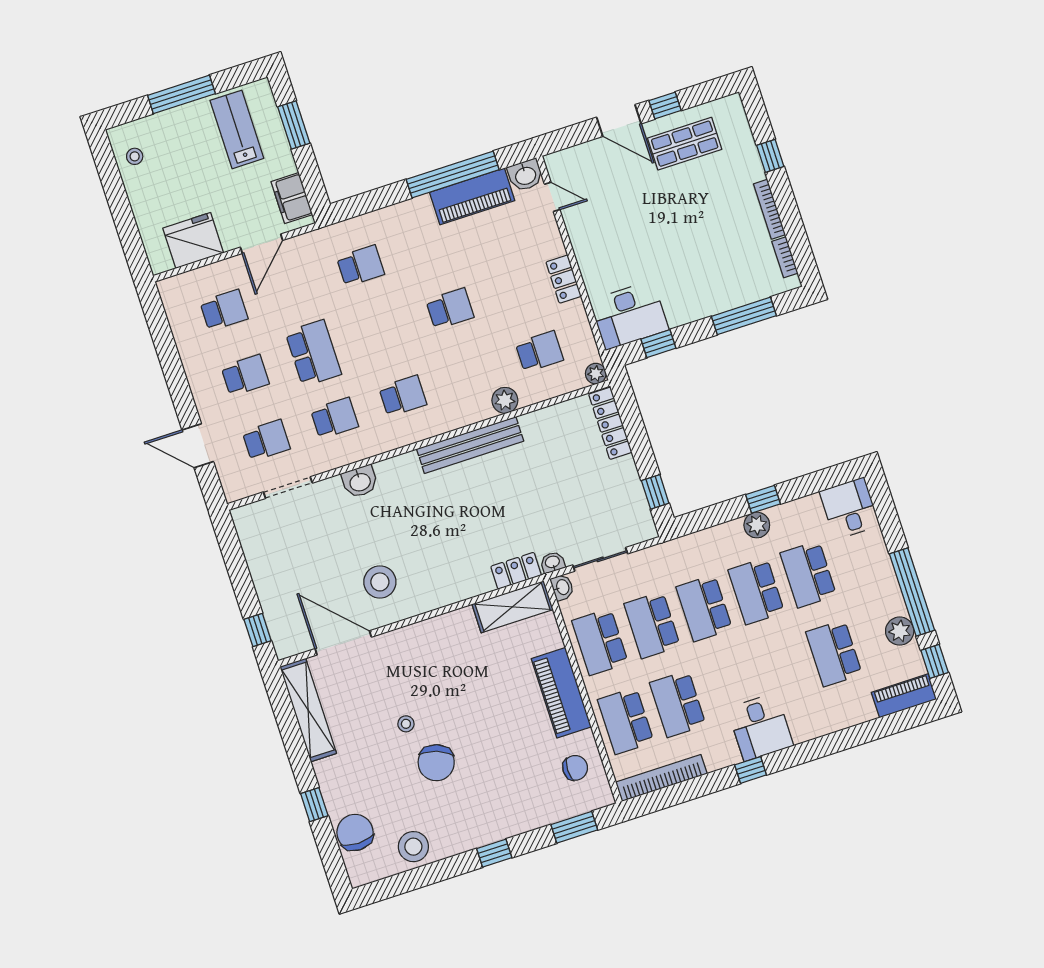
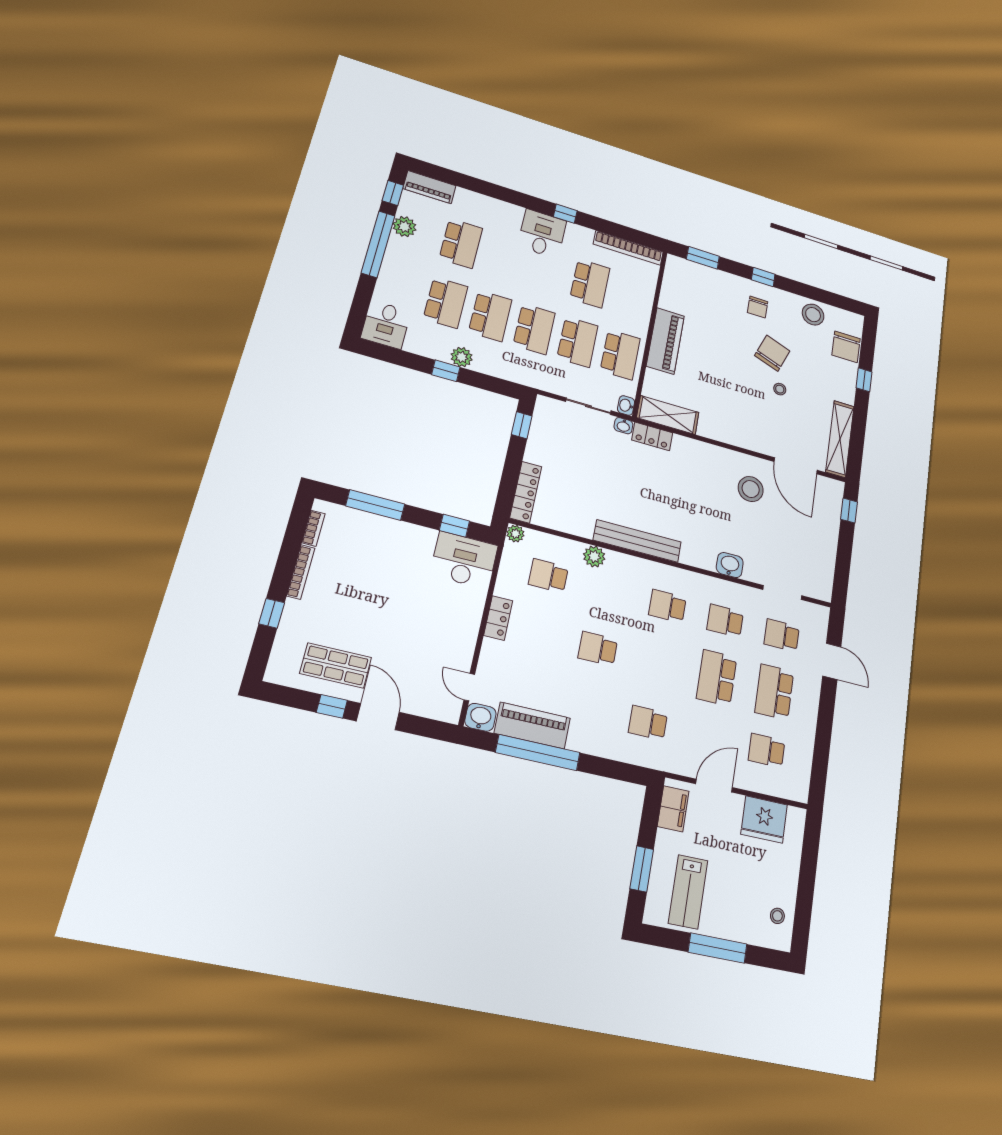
school desk: (245, 375) -> (774, 692), width x1.85
school desk: (626, 721) -> (632, 296), removed
chair: (575, 768) -> (758, 307), moved, turned -90

